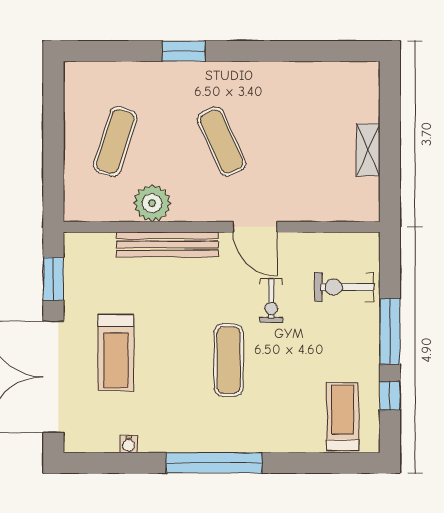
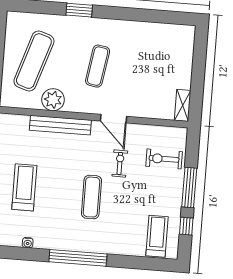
exercise mat: (115, 141) -> (34, 61), width x1.36, depth x1.45
exercise mat: (222, 141) -> (98, 66), turned 33
shelving: (368, 150) -> (183, 105), moved
exercise bike: (271, 301) -> (120, 164), turned 180
treadmill: (116, 353) -> (24, 187), turned 180

